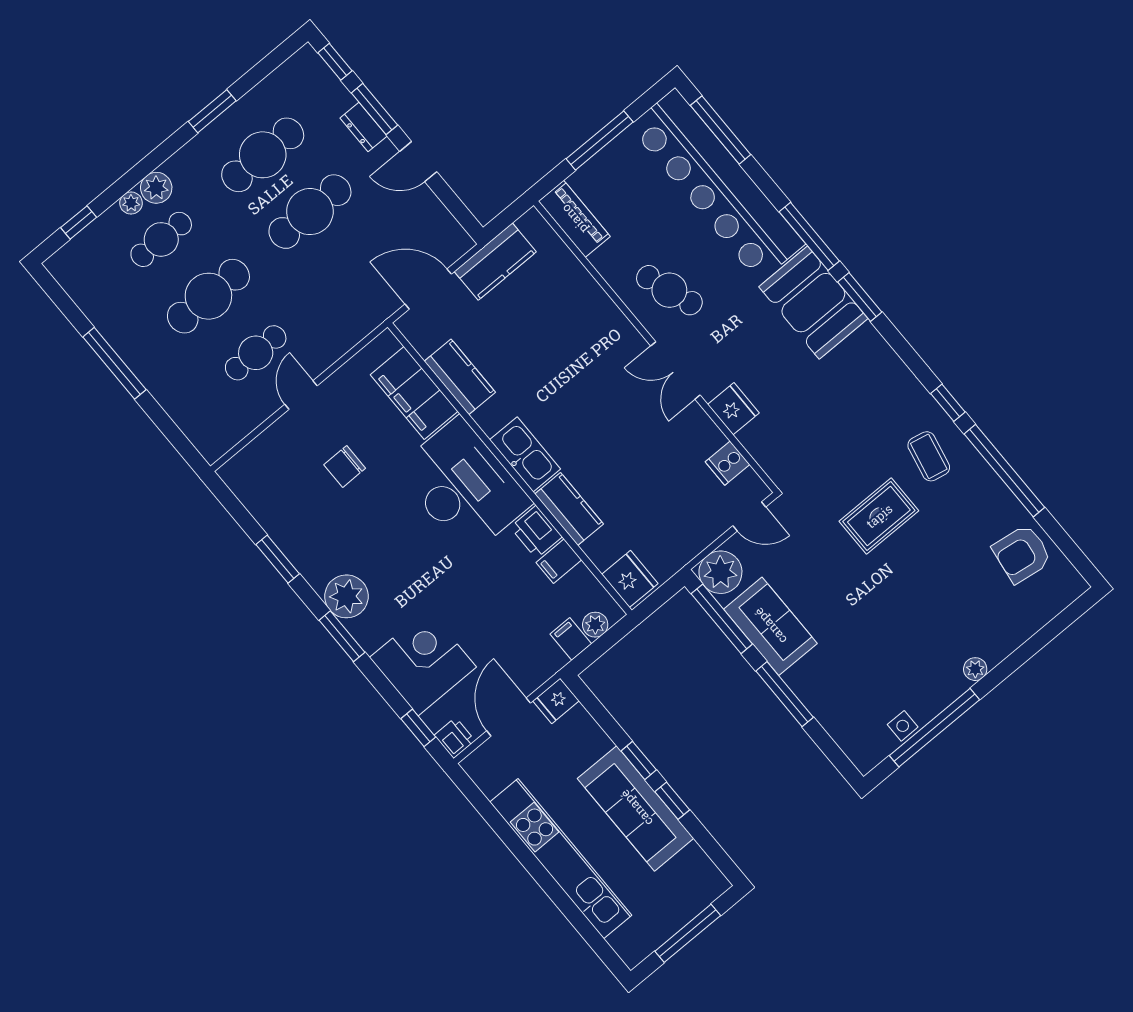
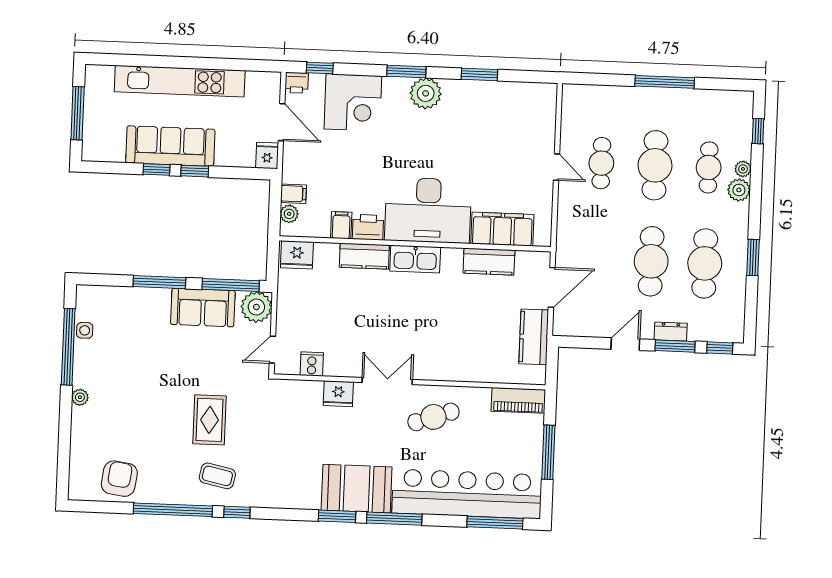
chair: (345, 466) -> (497, 156), removed

